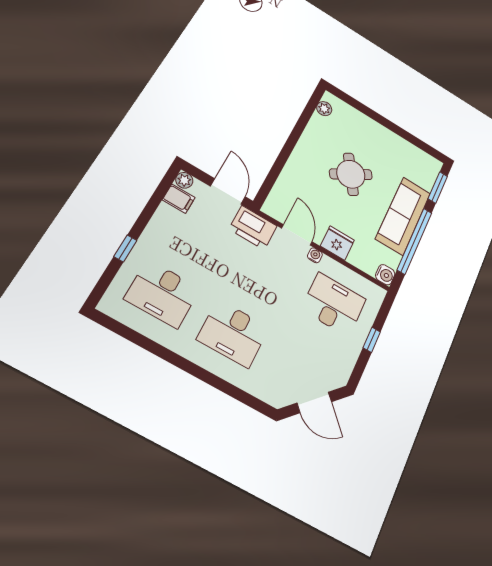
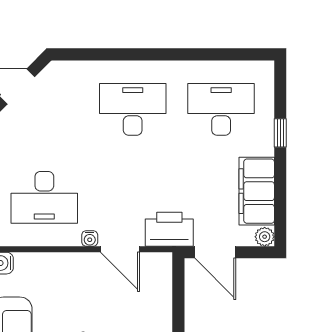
filing cabinet: (179, 199) -> (257, 191), width x3.00, depth x1.17
fridge: (337, 243) -> (72, 267), removed

